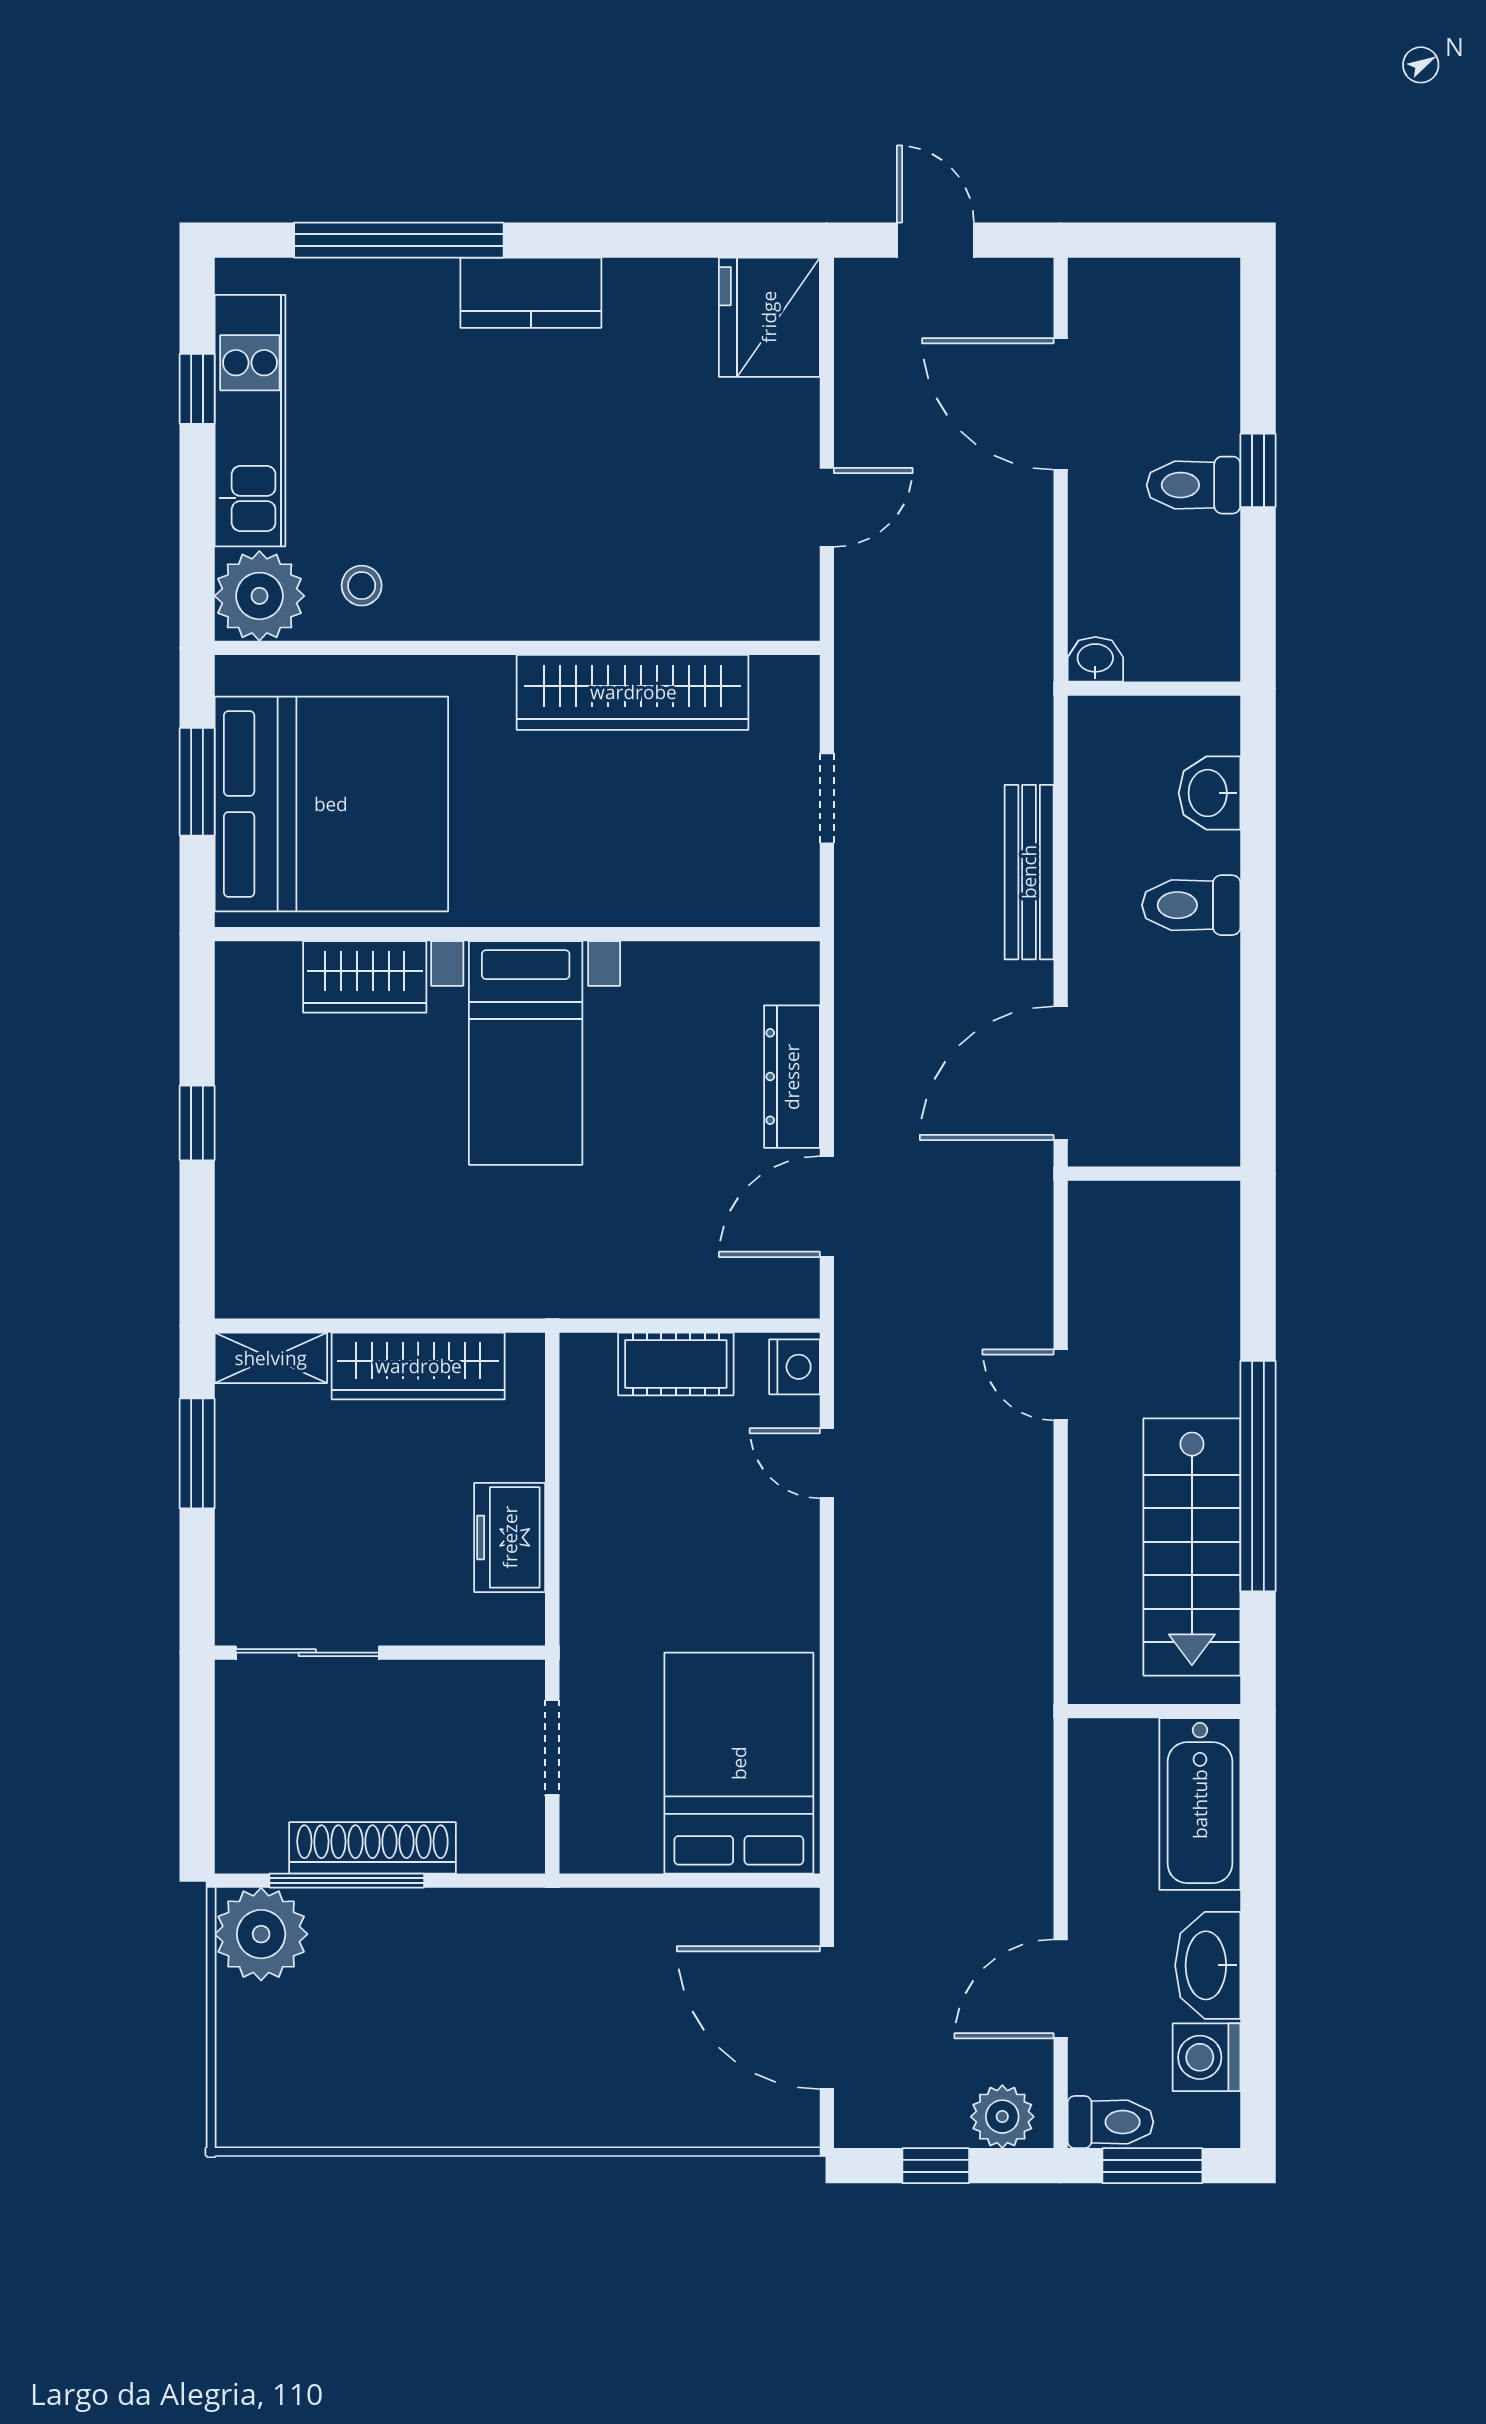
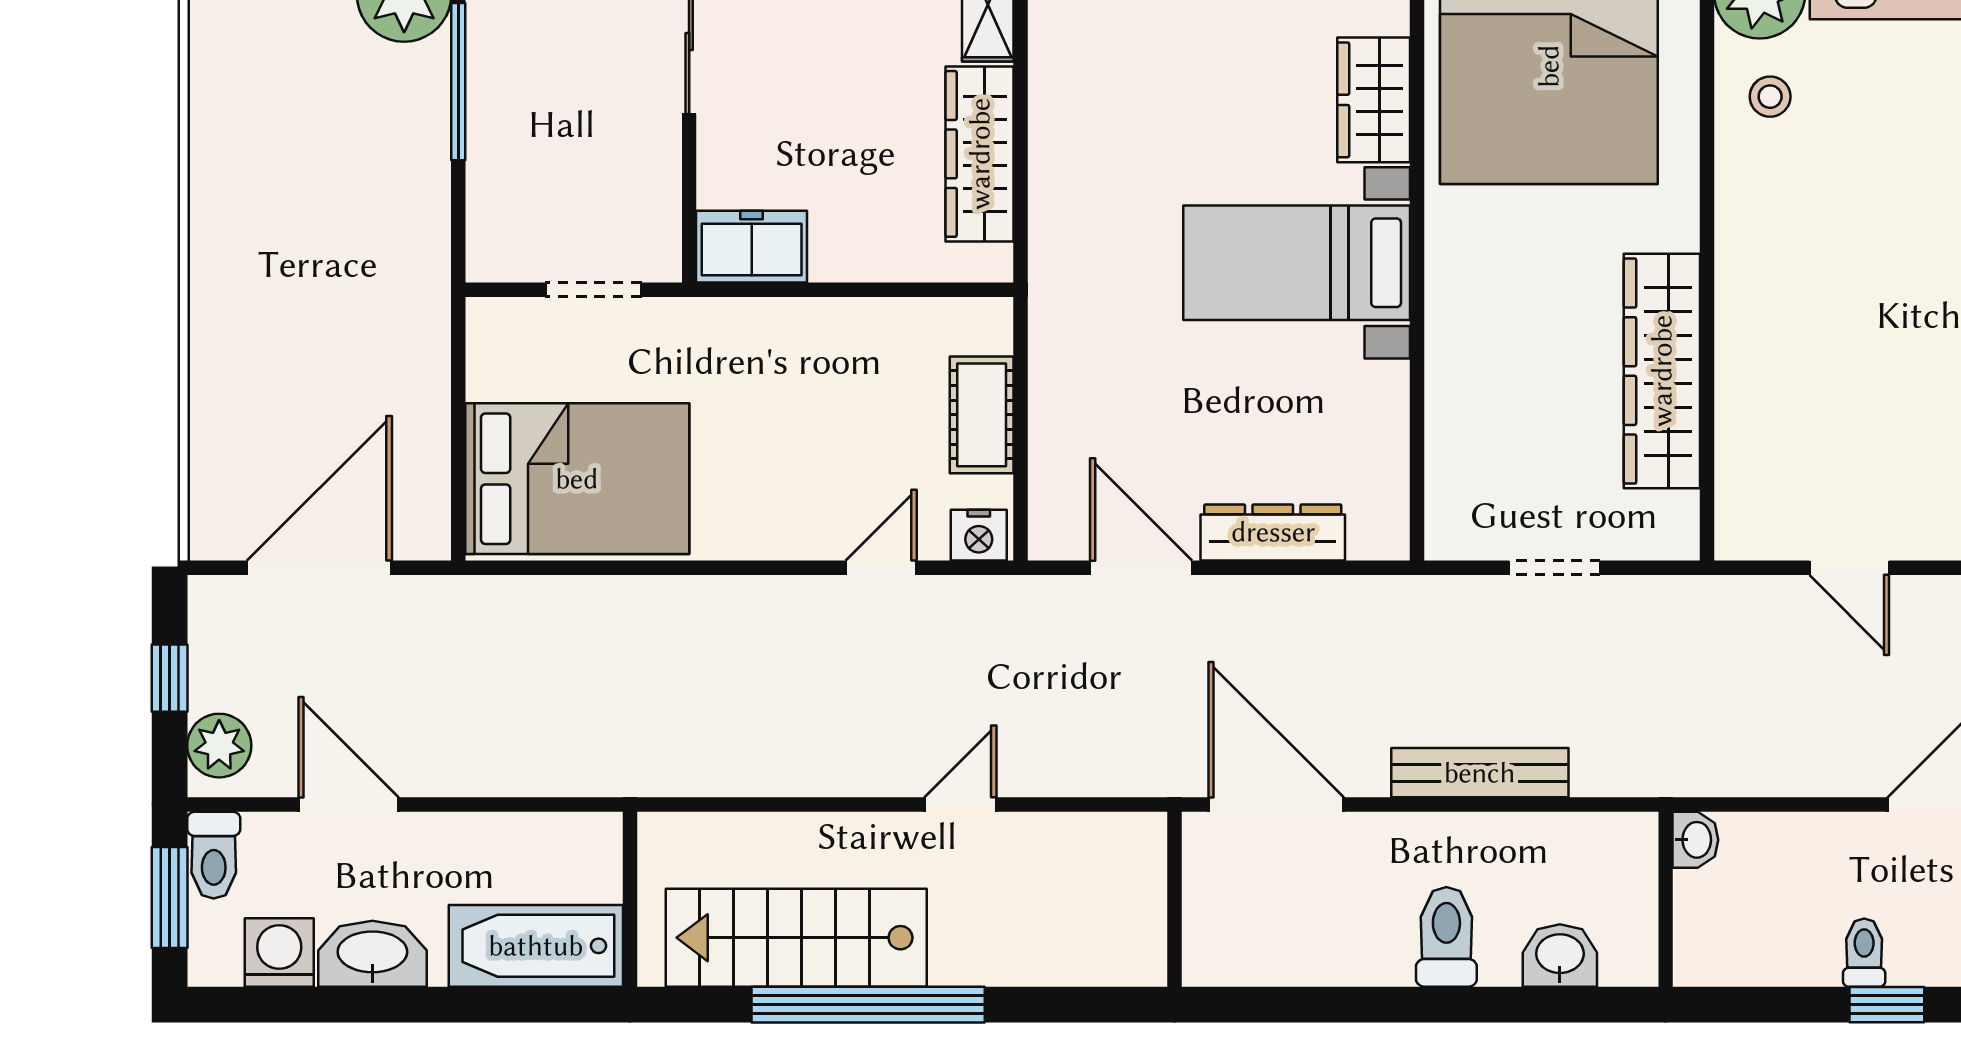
toilet: (1194, 485) -> (1864, 953), width x0.73, depth x0.72
freezer: (510, 1537) -> (752, 247), moved
shoe rack: (372, 1848) -> (491, 108), removed

